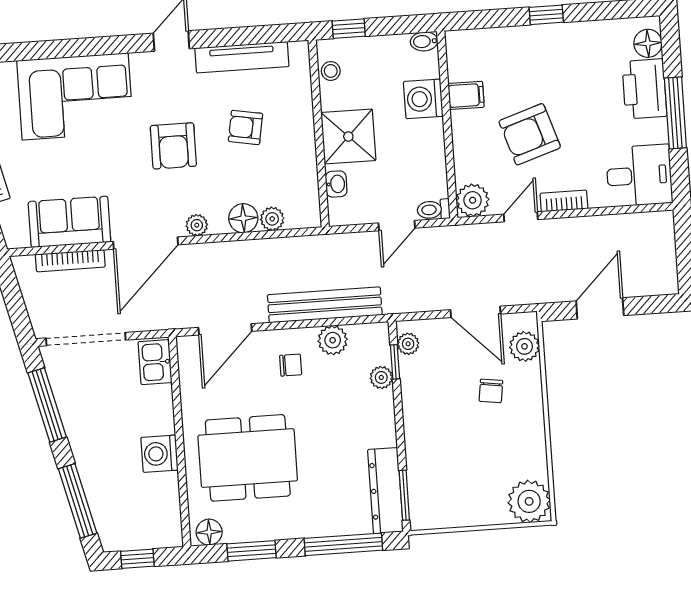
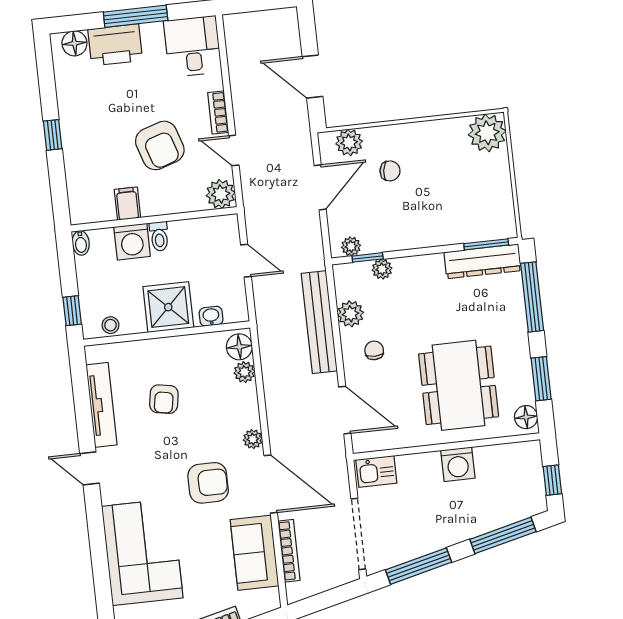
armchair: (173, 146) -> (208, 483), moved
toilet: (434, 210) -> (159, 236), moved
floor lamp: (243, 218) -> (239, 347), moved

